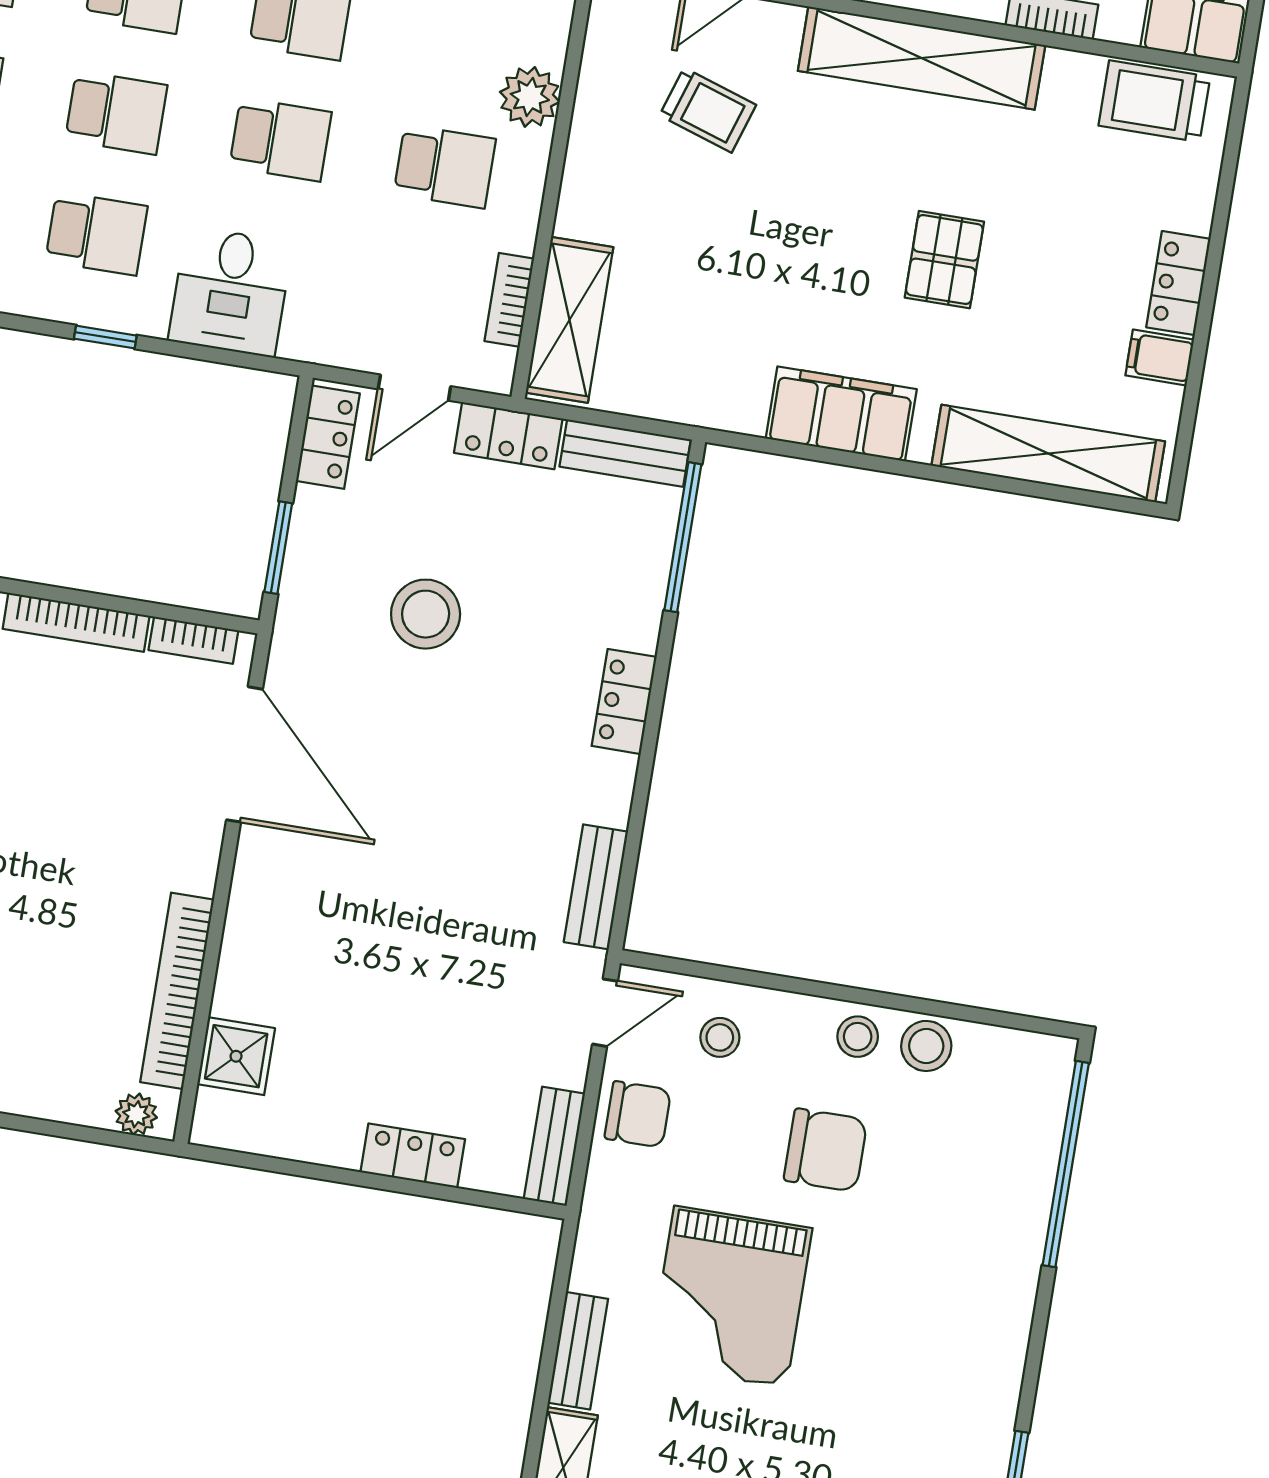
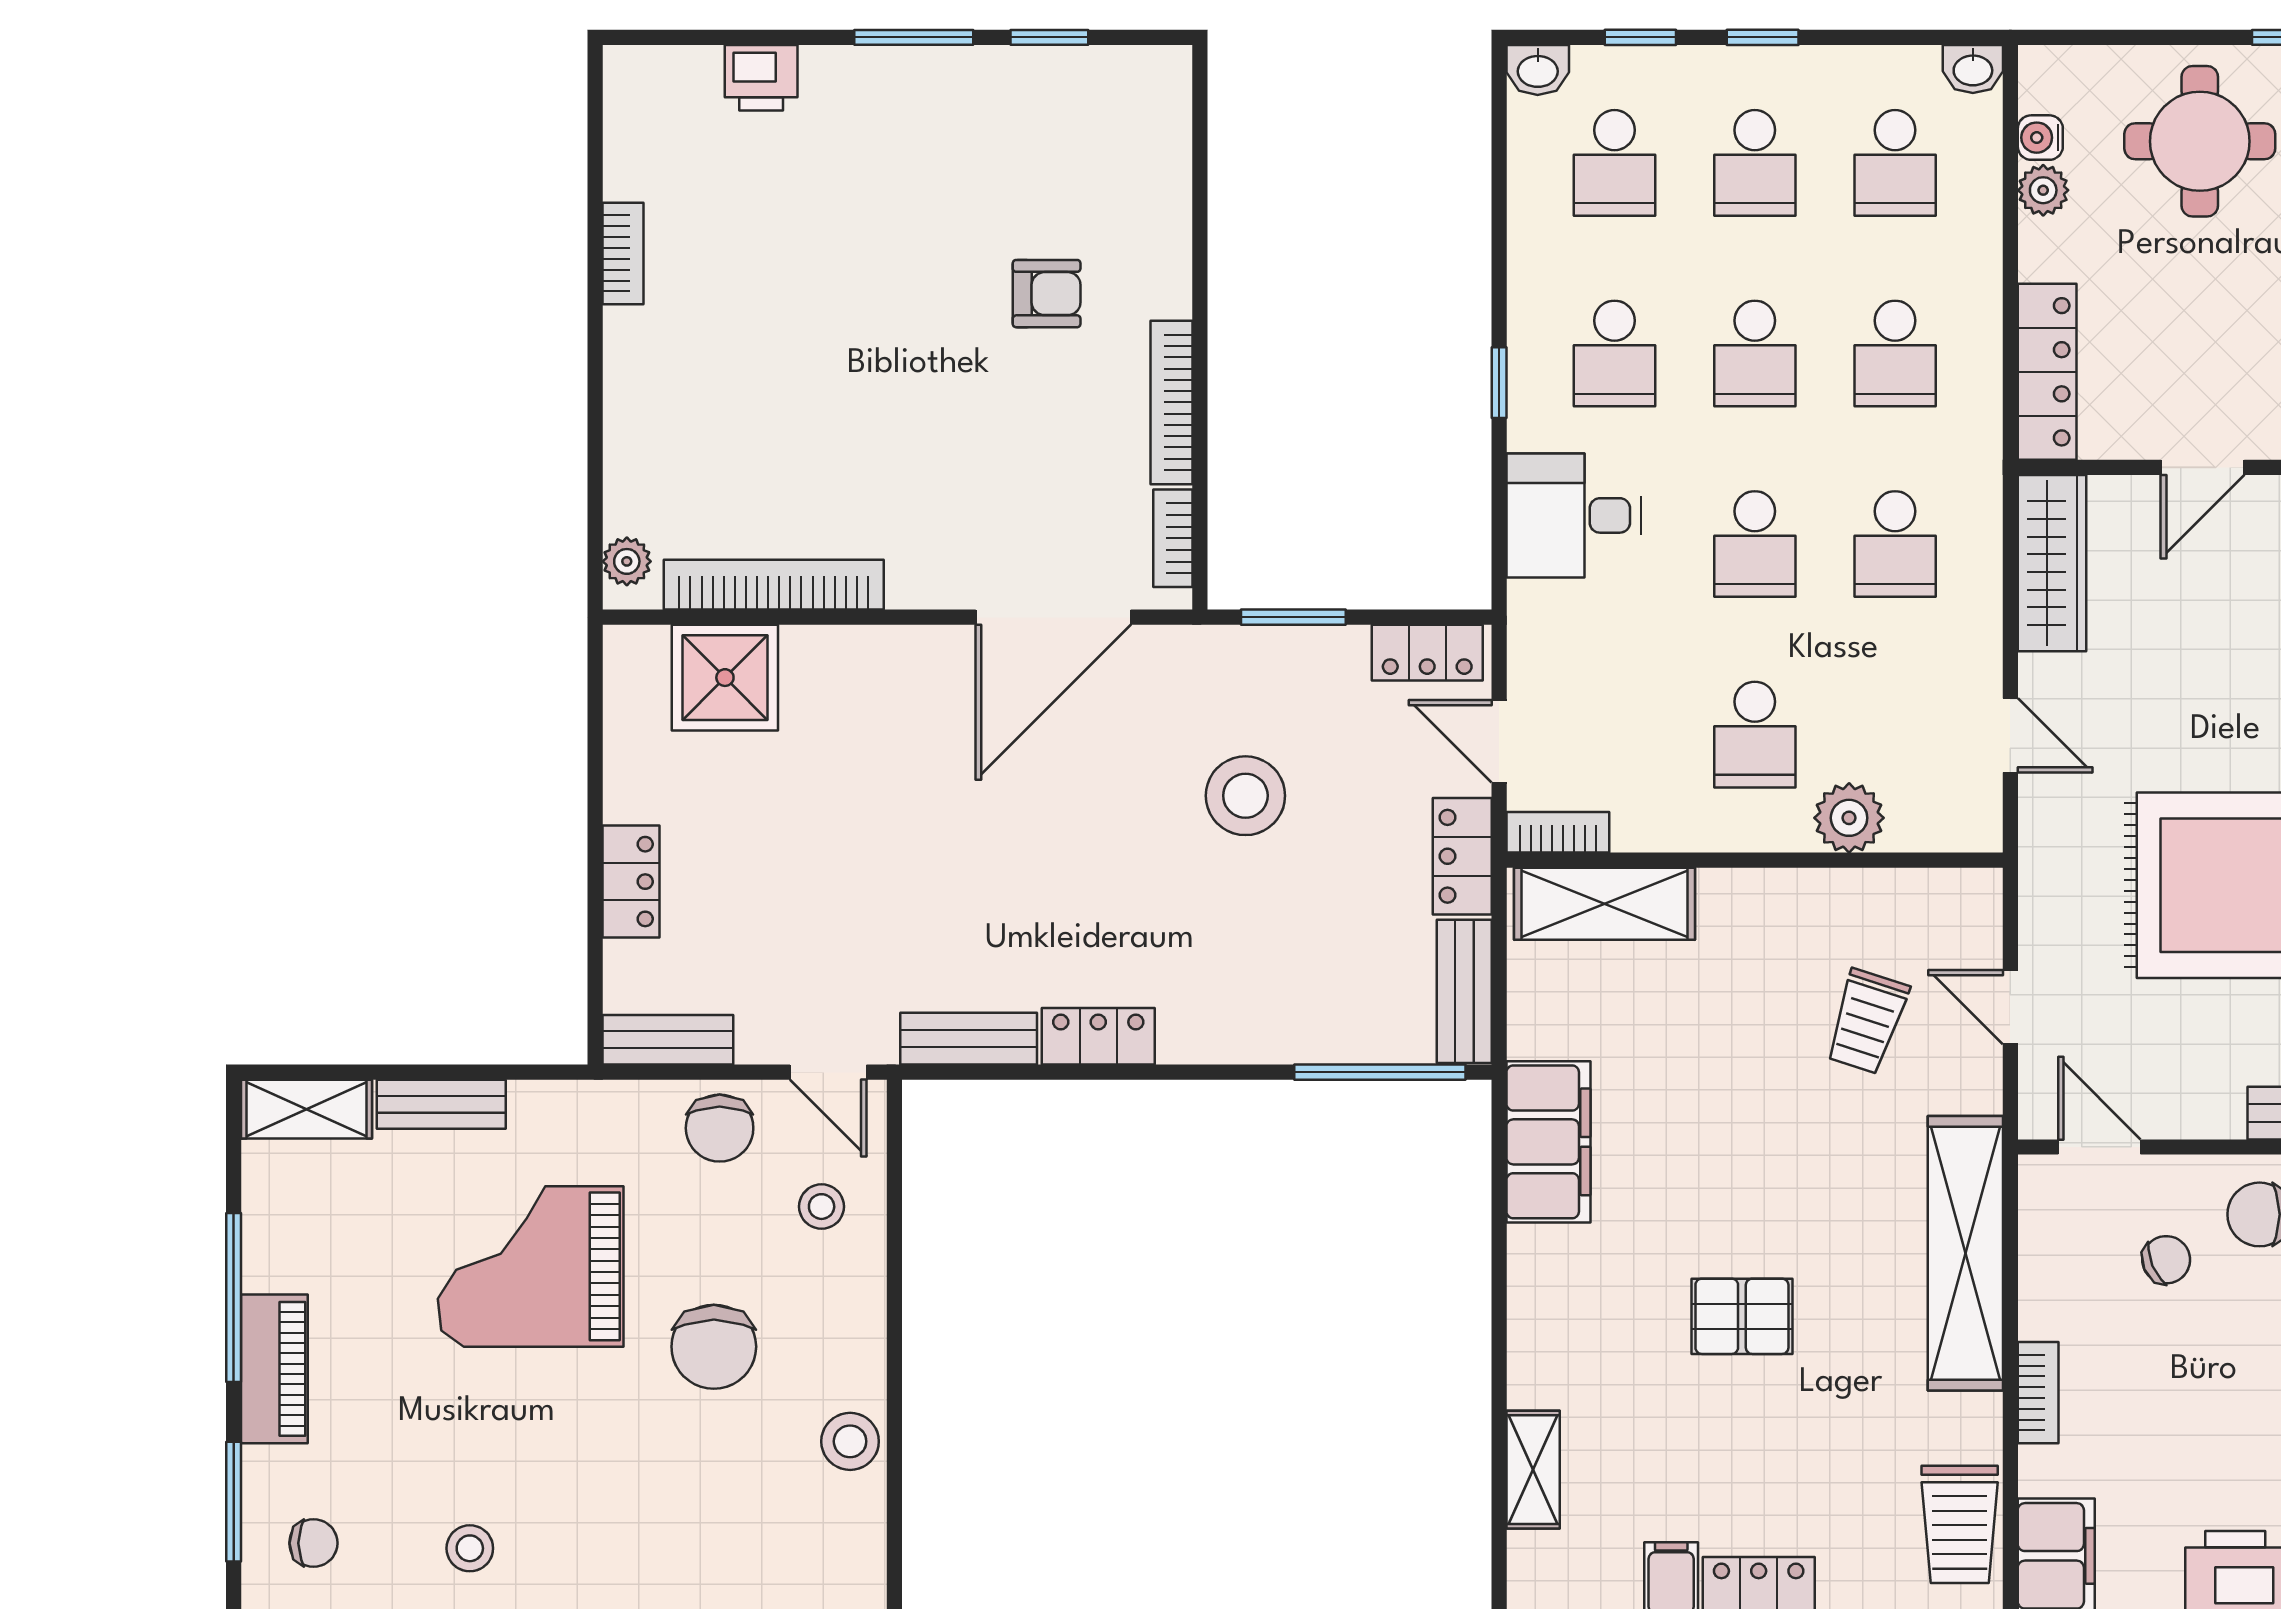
trolley: (1154, 101) -> (1960, 1524), turned 180
bookcase: (509, 300) -> (1558, 832), moved
filing cabinet: (841, 414) -> (1549, 1142), moved
shelving: (1048, 453) -> (1533, 1470), width x0.45, depth x0.75
locker: (624, 701) -> (1098, 1036), moved
stool: (858, 1037) -> (470, 1548), moved
shower: (236, 1056) -> (725, 678), width x1.36, depth x1.36

